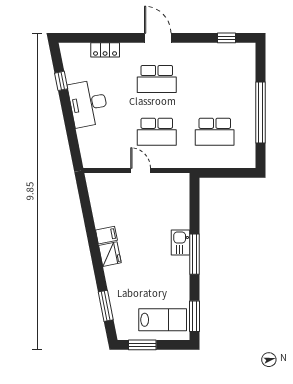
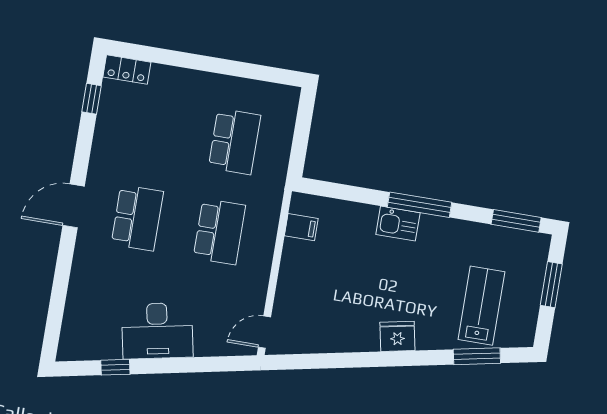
locker: (105, 50) -> (127, 70), moved, turned 90
window: (260, 112) -> (216, 65), removed
door: (141, 170) -> (264, 332), moved
filing cabinet: (106, 235) -> (301, 227), moved, turned 101
lab bench: (163, 320) -> (481, 306), moved
window: (142, 345) -> (551, 285), moved

